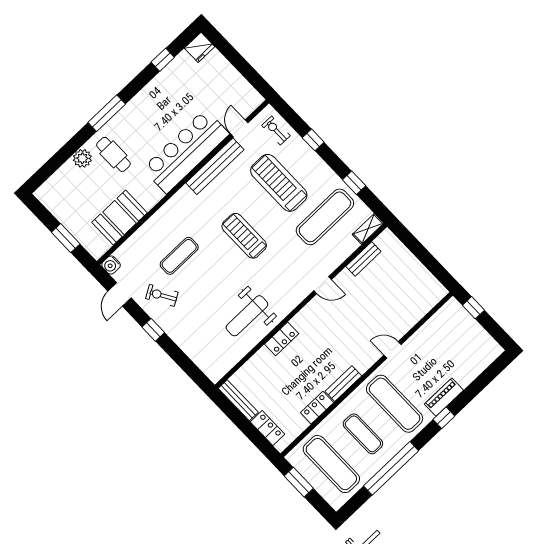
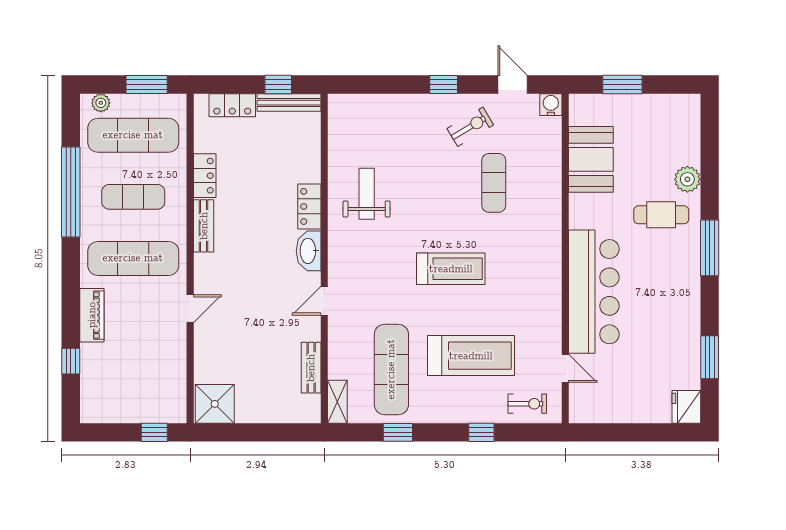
window: (163, 60) -> (710, 357), width x1.50
bench: (215, 166) -> (550, 307), removed
shower: (429, 291) -> (215, 404), added
weight bench: (247, 316) -> (367, 194), width x0.73, depth x0.75
washbasin: (305, 317) -> (309, 251), added
window: (234, 415) -> (278, 85), added
window: (444, 418) -> (71, 361), moved
plant: (331, 497) -> (101, 103), added

